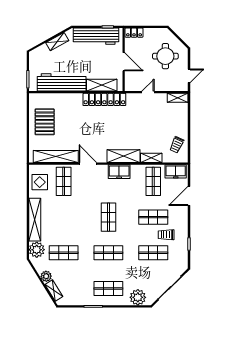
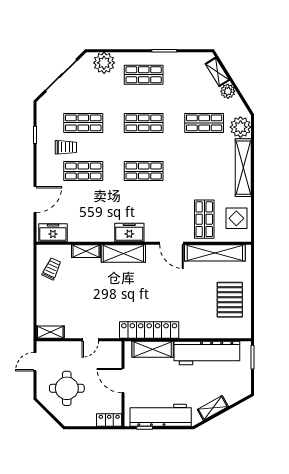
shop shelf: (153, 181) -> (83, 219), removed
shop shelf: (108, 217) -> (144, 171), turned 90

